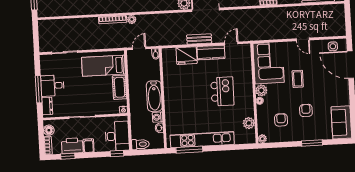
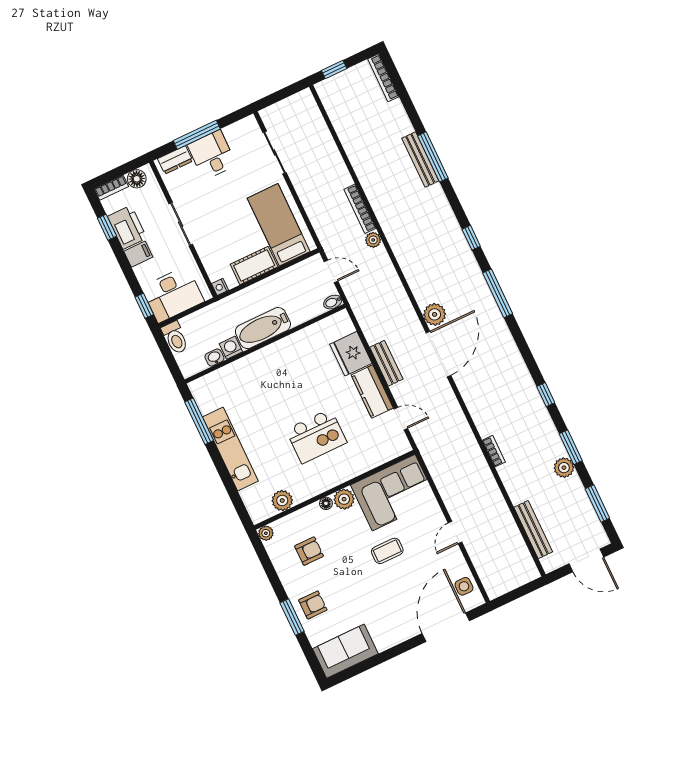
armchair: (306, 110) -> (313, 605), moved
kitchen unit: (202, 140) -> (230, 449), width x0.73

